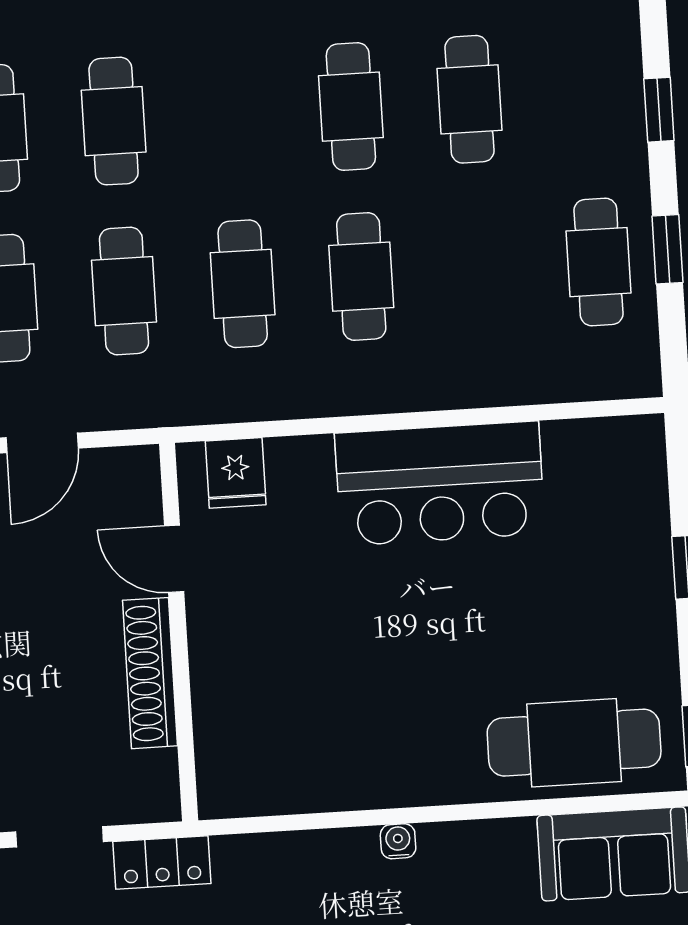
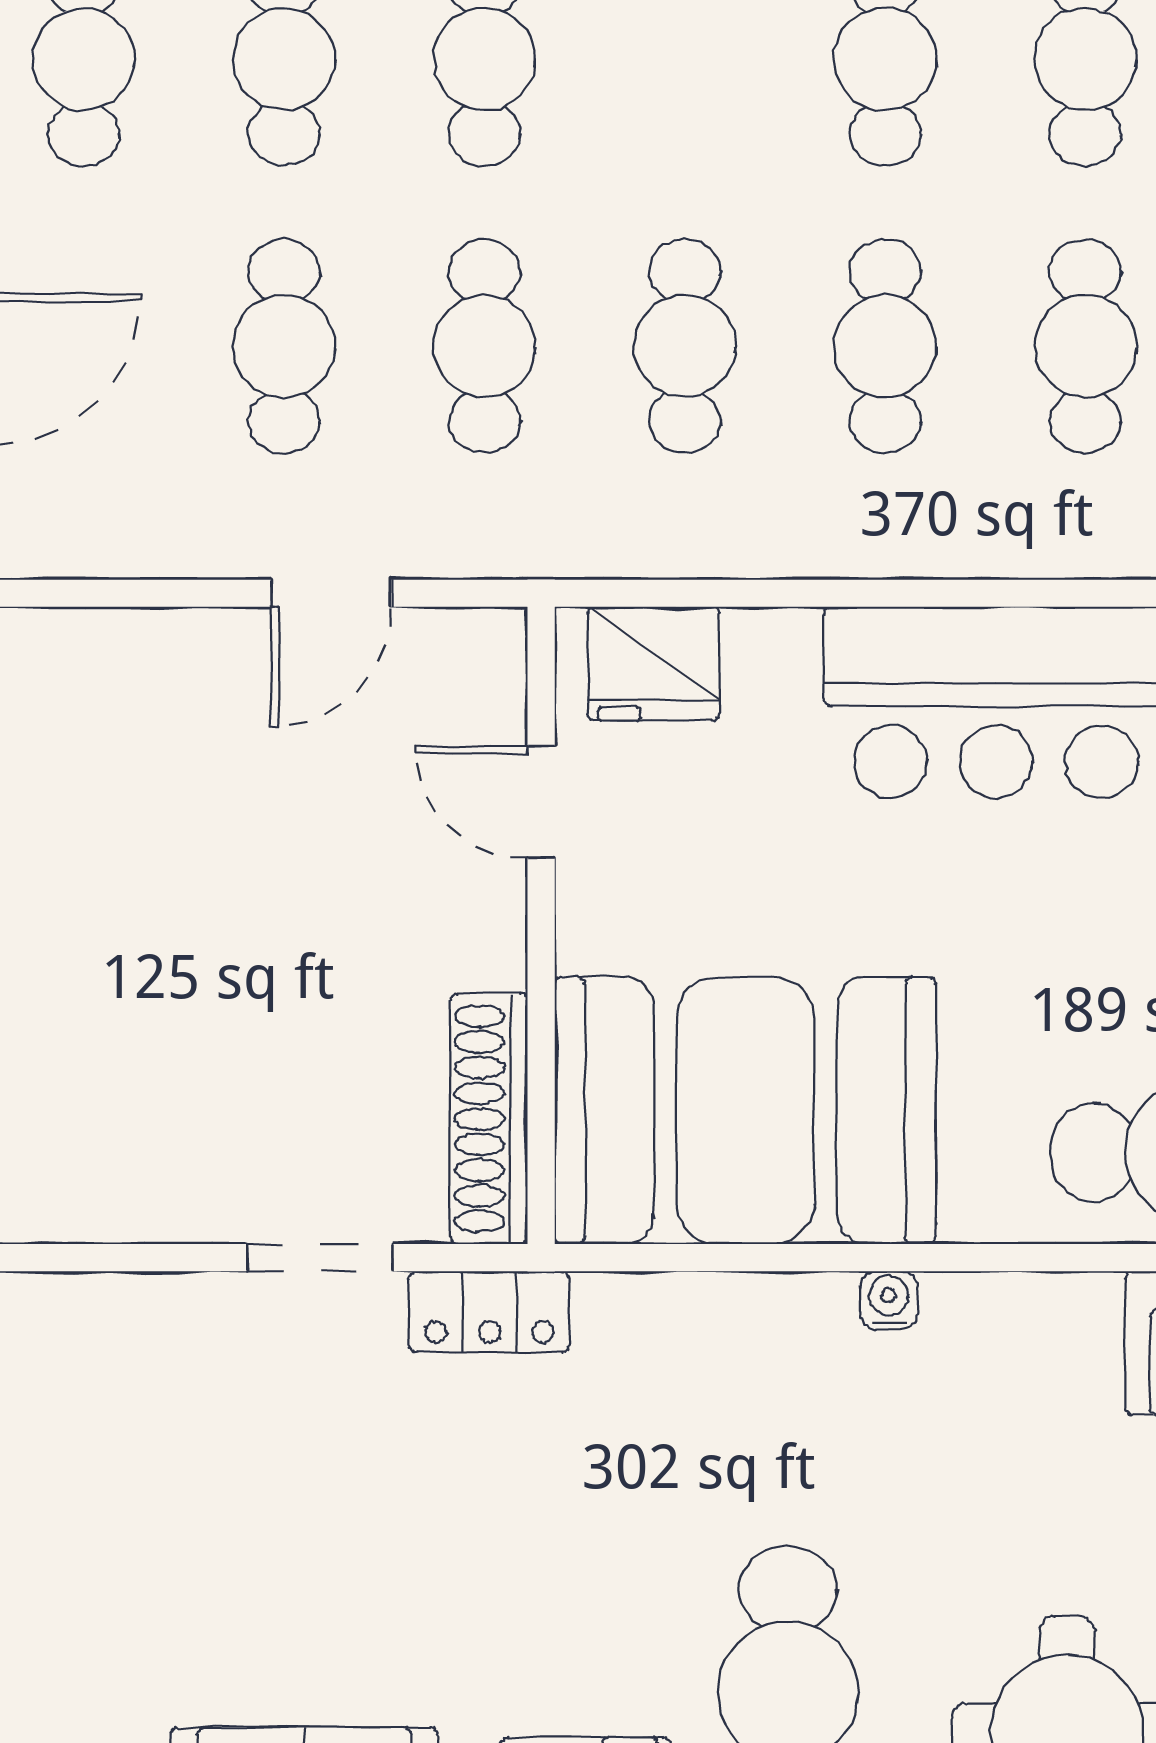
cafe table: (480, 269) -> (1085, 346), added
fridge: (236, 473) -> (653, 664), width x1.38
shoe rack: (150, 673) -> (489, 1119), moved
booth: (306, 734) -> (745, 1111), added

